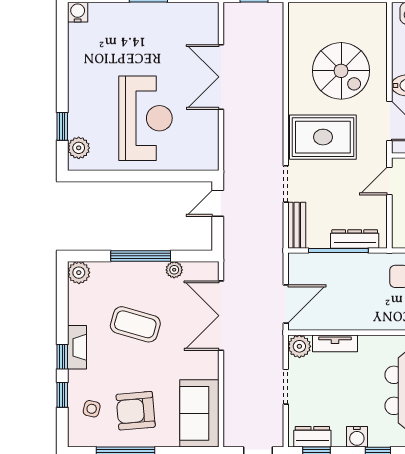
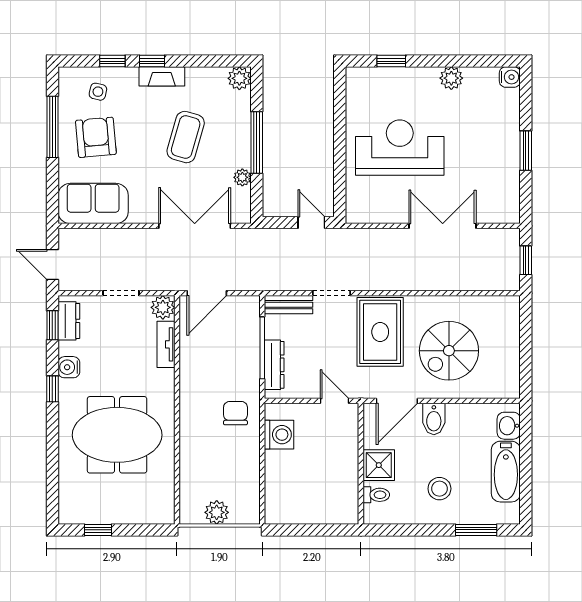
reception desk: (145, 118) -> (400, 148), turned 180
plant: (79, 148) -> (451, 78), moved
door: (286, 304) -> (207, 293), hinge flipped

